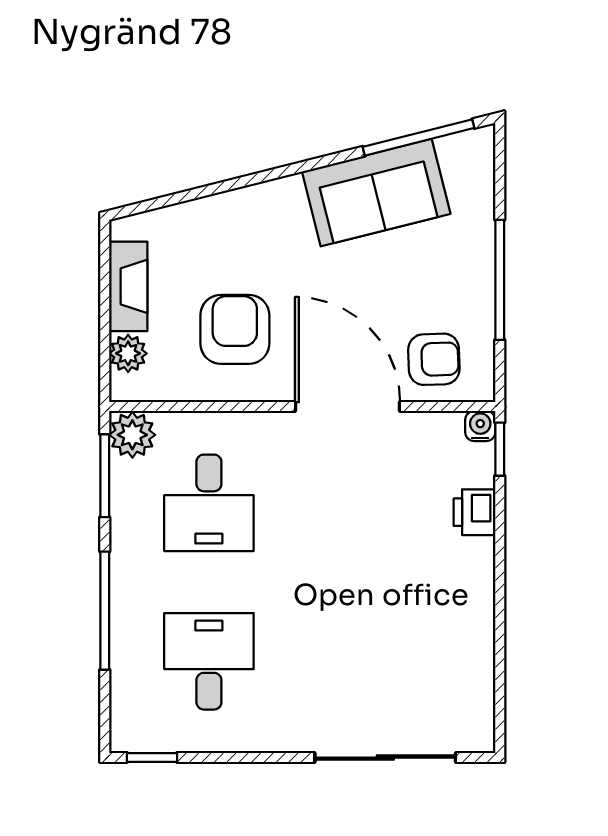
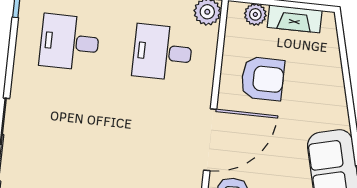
desk: (209, 661) -> (70, 42), turned 180

